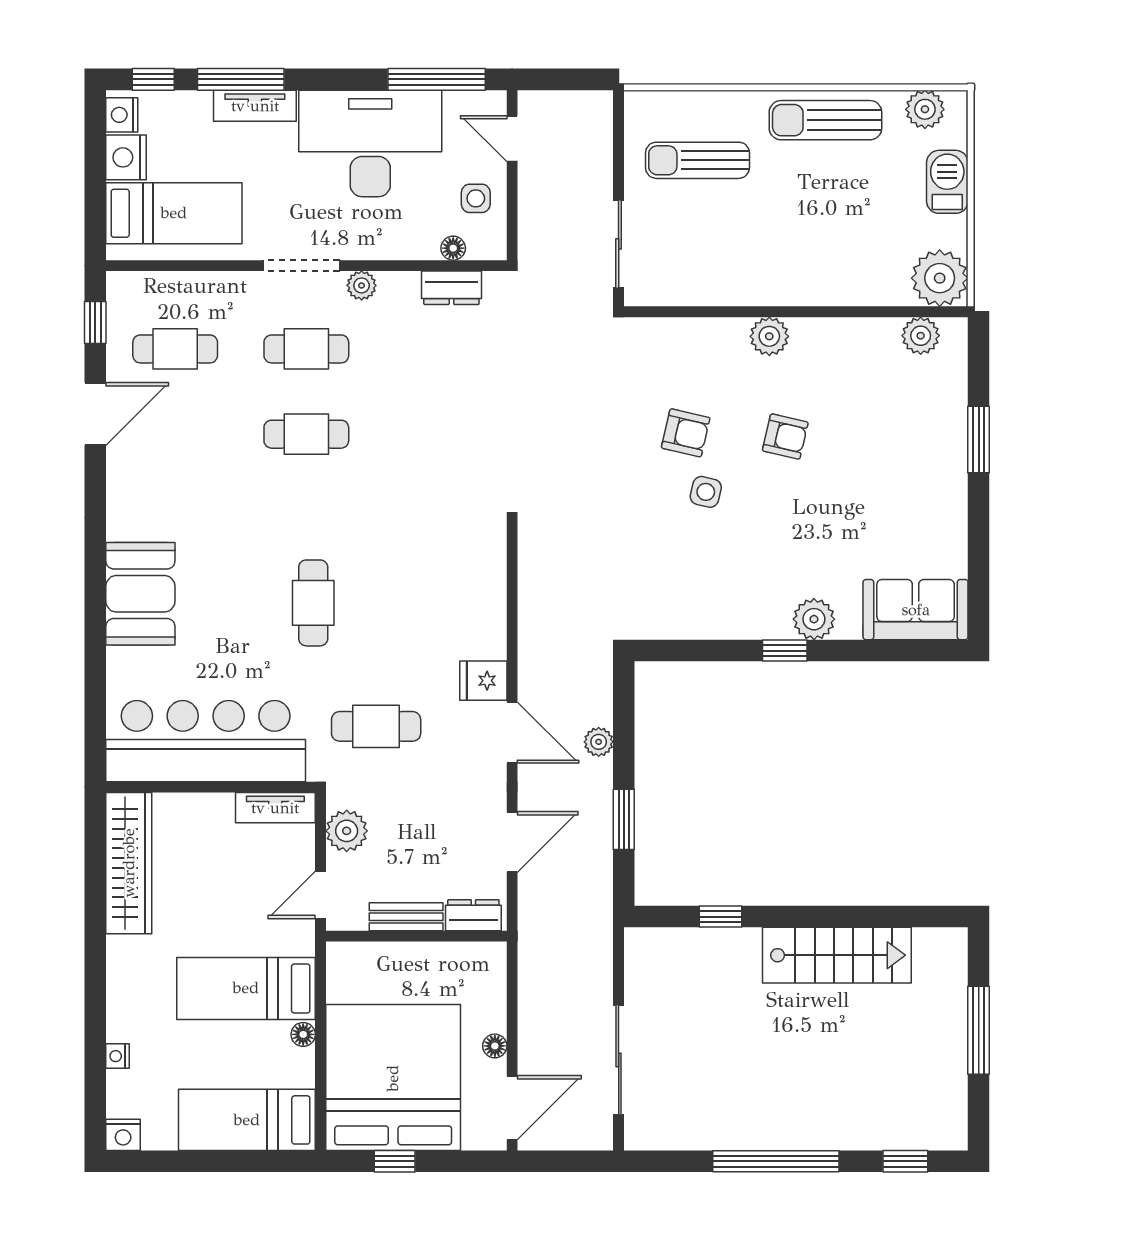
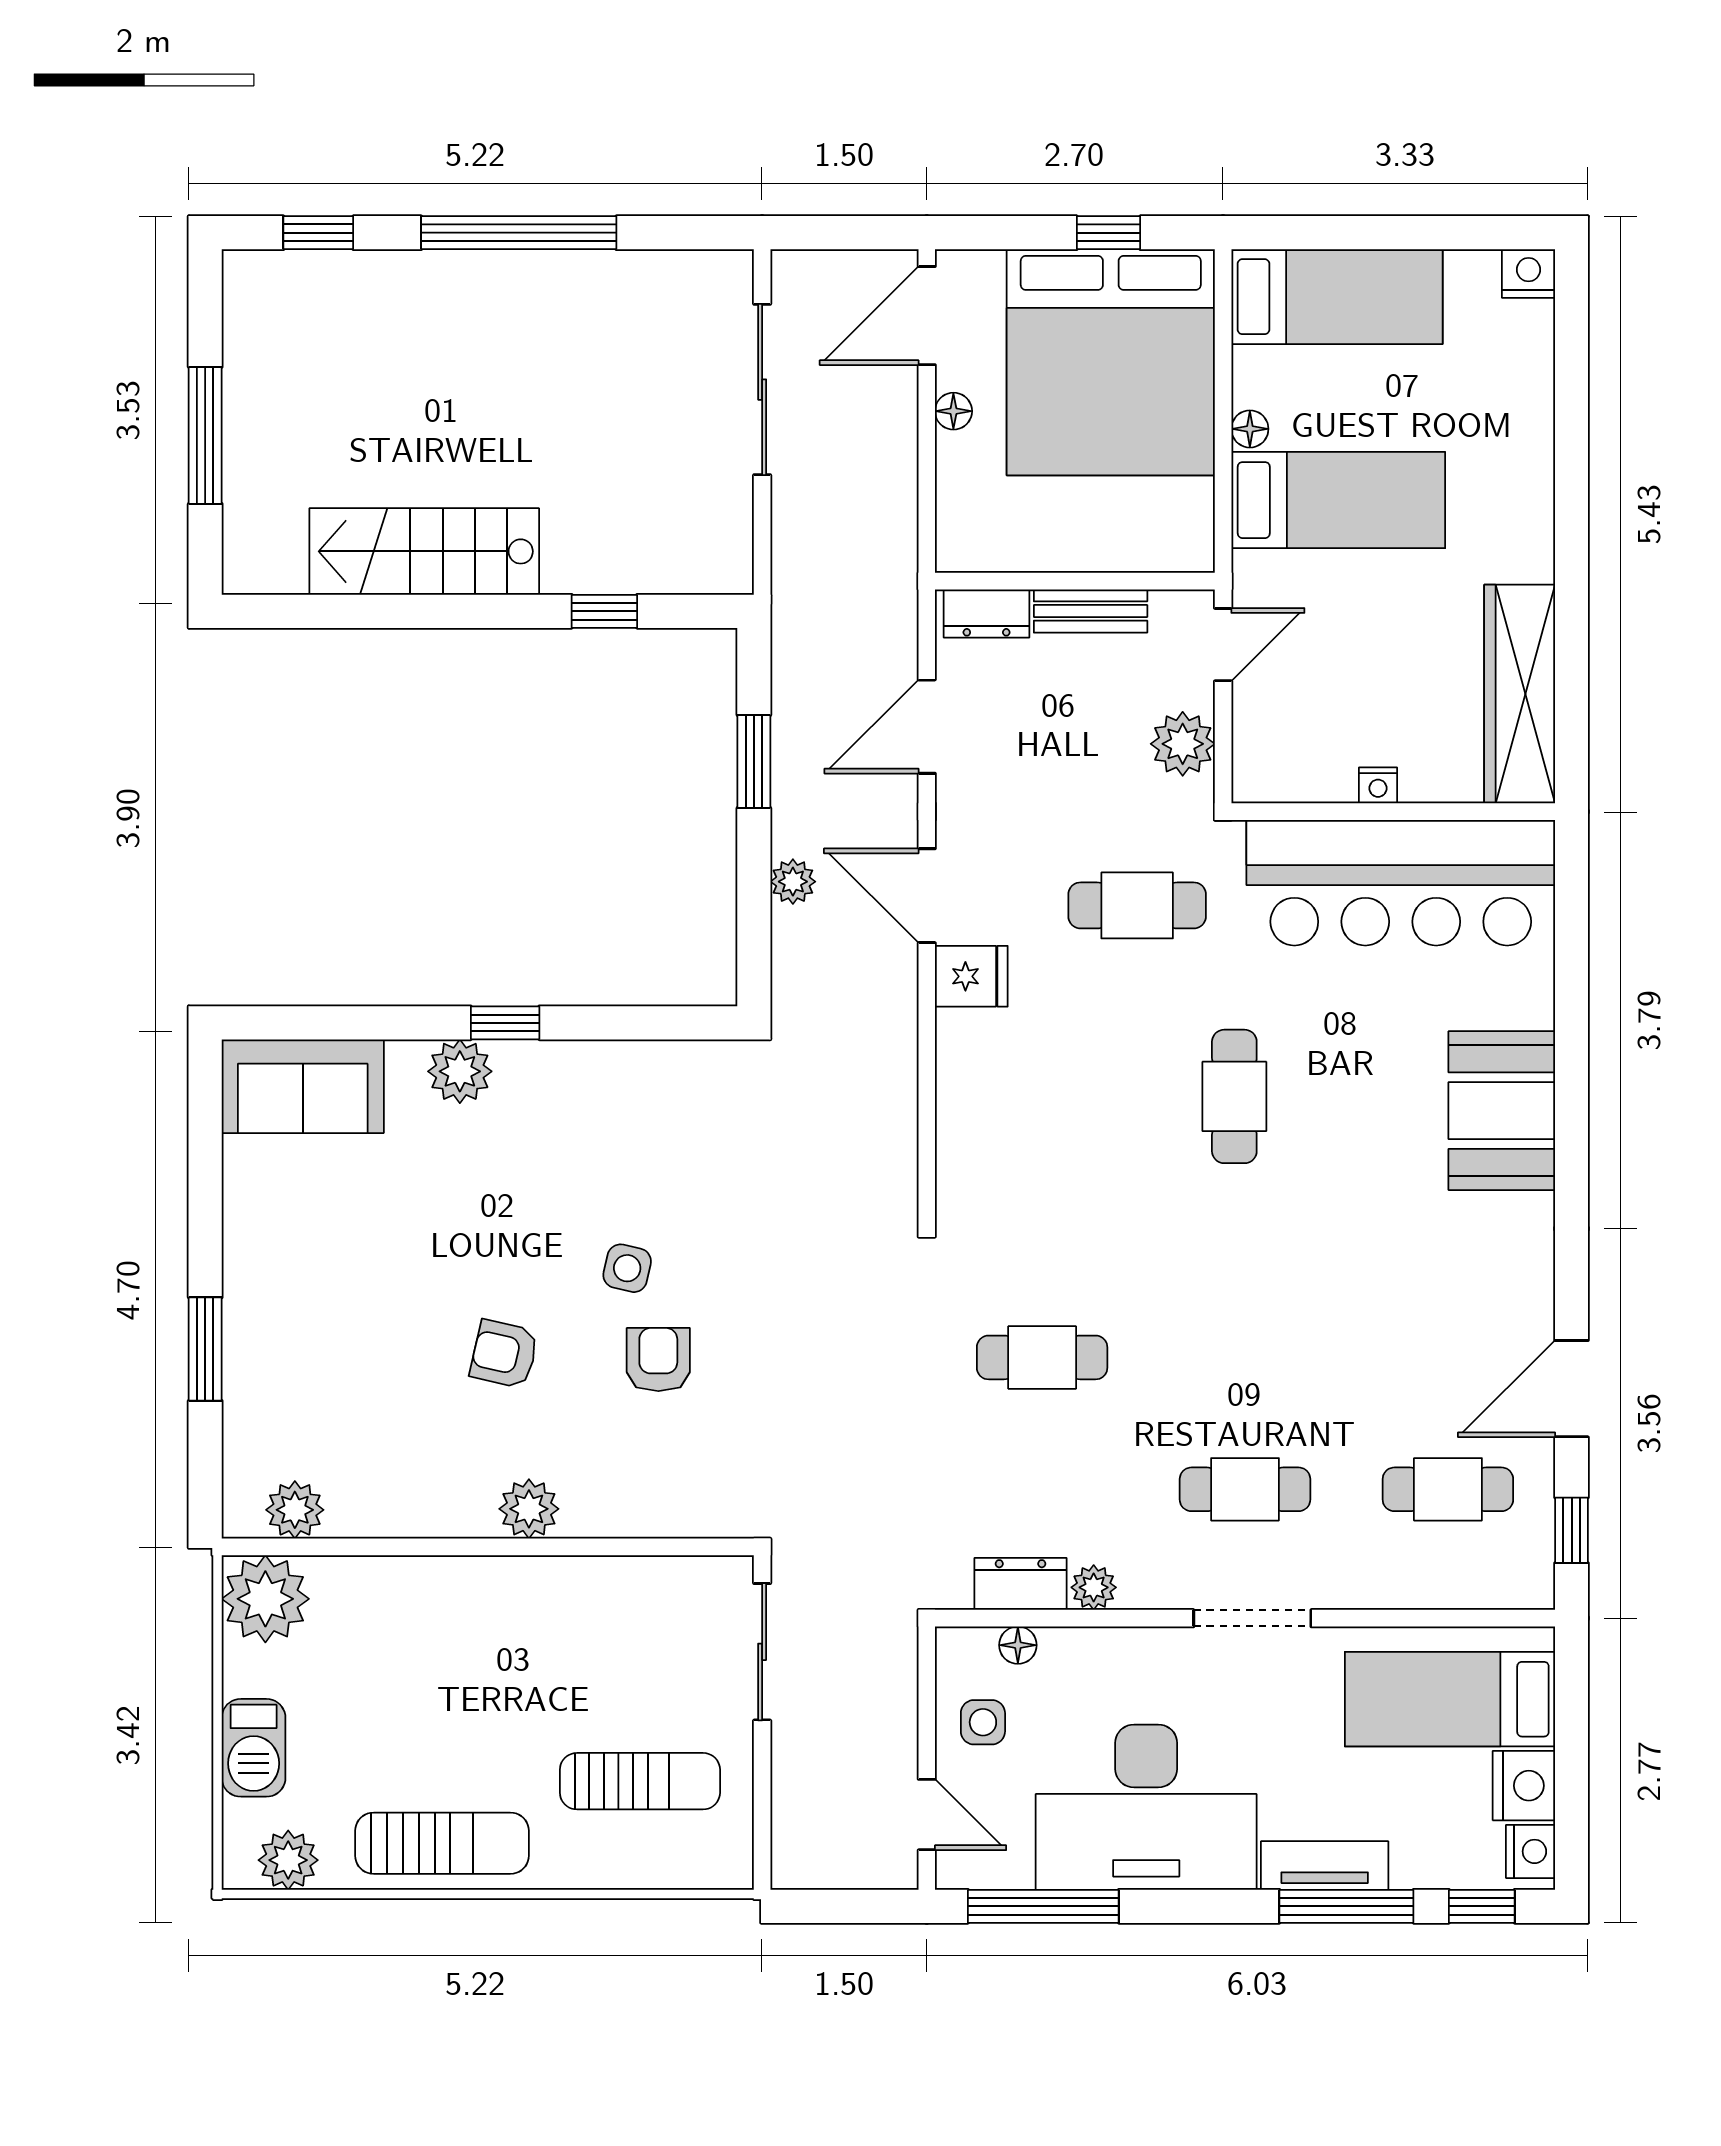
plant: (362, 285) -> (1094, 1587), moved
armchair: (686, 433) -> (658, 1360), turned 77
cafe table: (306, 434) -> (1042, 1357), moved
tv unit: (275, 808) -> (1293, 780), removed
nightstand: (118, 1056) -> (1378, 785), moved, turned 90

